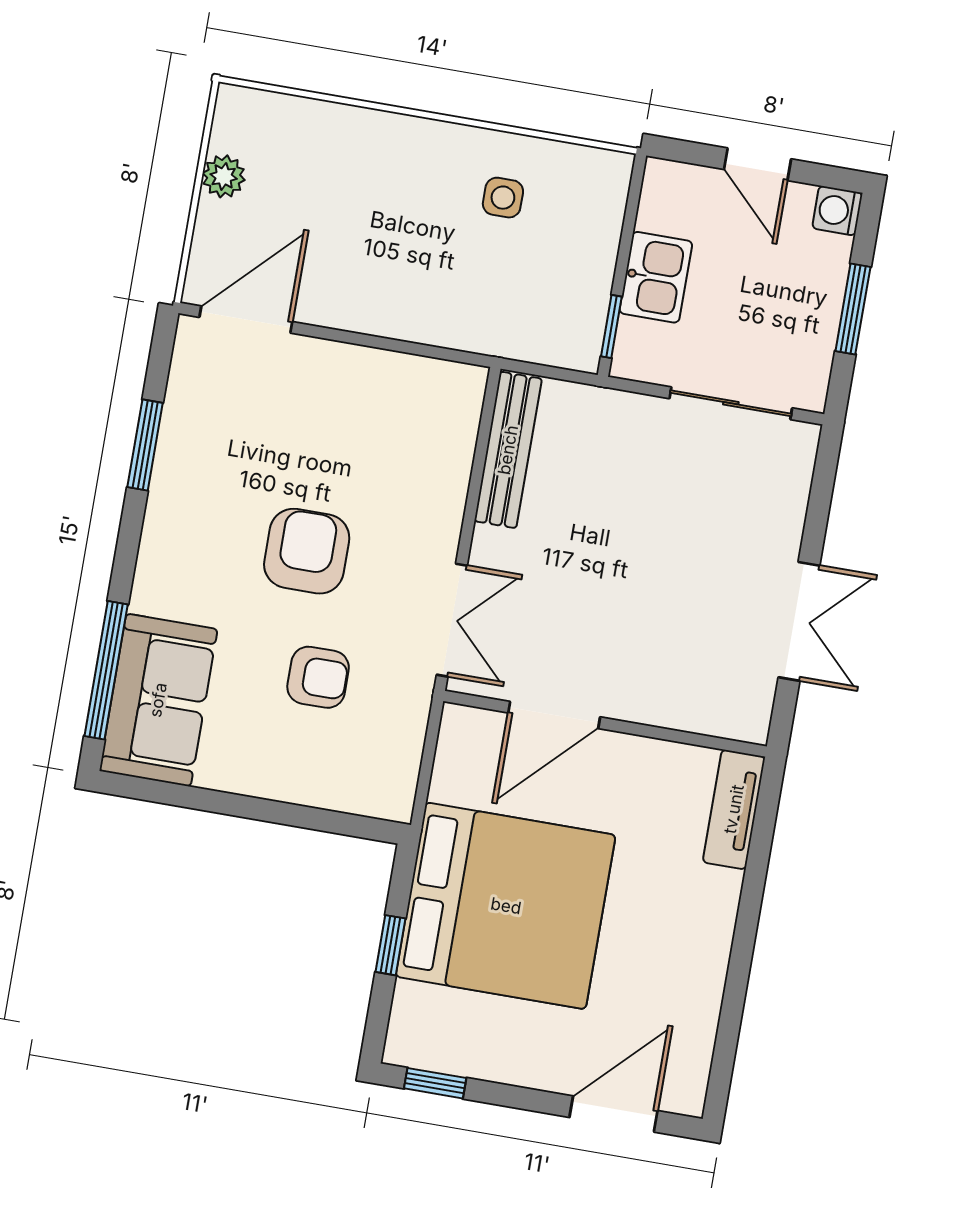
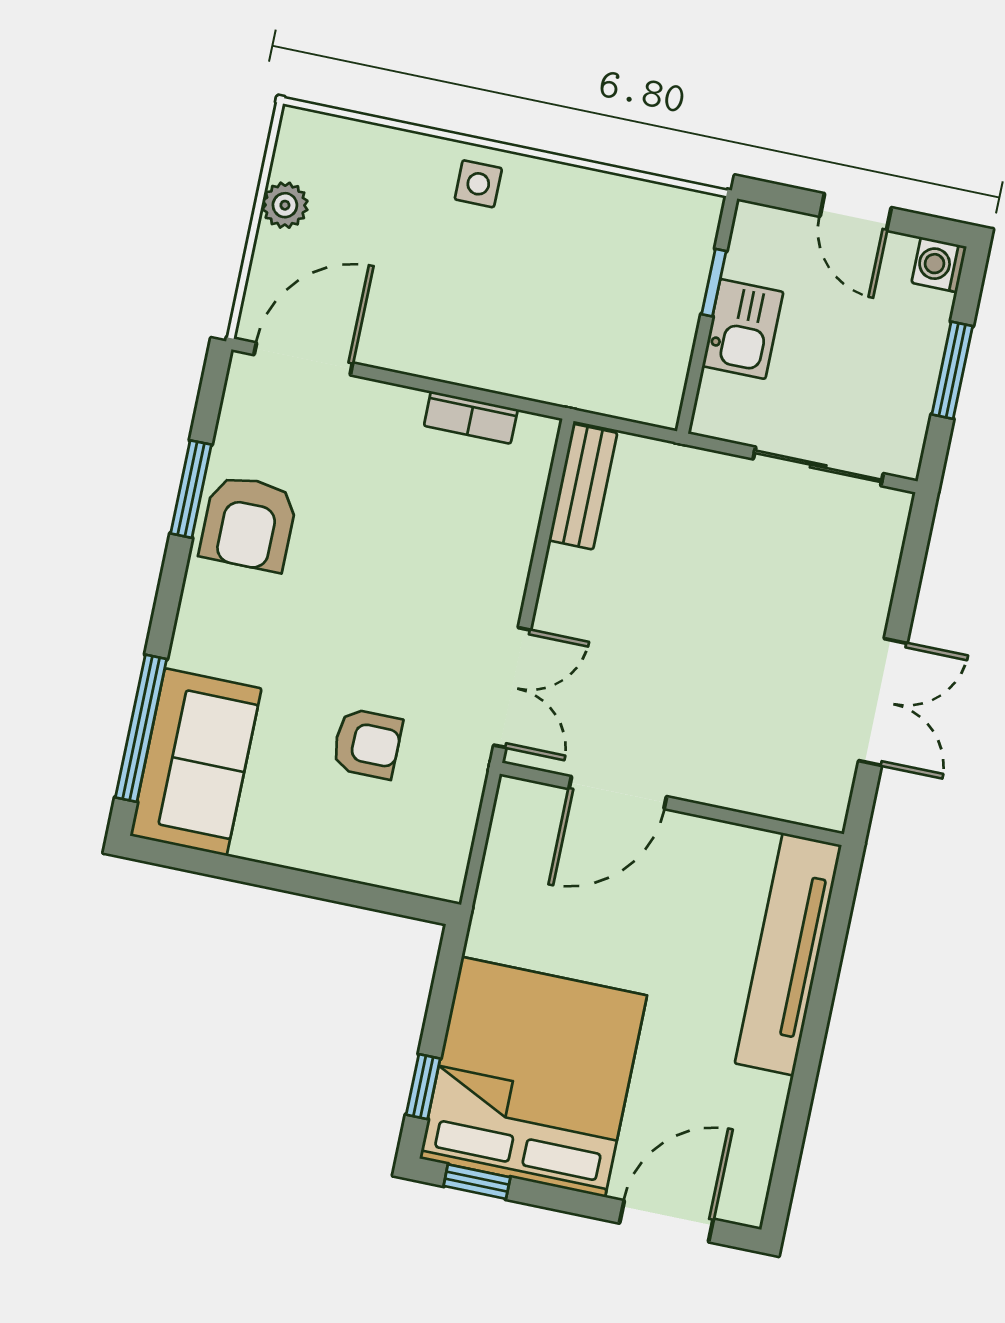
side table: (503, 198) -> (478, 184), moved
window: (611, 327) -> (714, 283), moved
bookcase: (404, 369) -> (471, 417), added
bench: (508, 450) -> (583, 487), width x0.73
armchair: (307, 551) -> (248, 523), moved, turned 180
tv unit: (734, 809) -> (788, 954), width x1.92, depth x1.29
bed: (506, 906) -> (533, 1077), moved, turned -90
window: (390, 945) -> (423, 1087), moved

